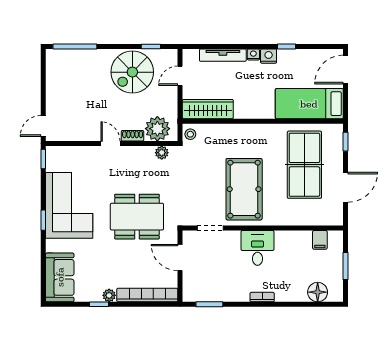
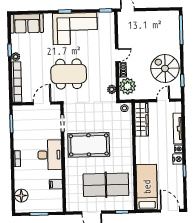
door: (180, 76) -> (163, 100), hinge flipped
dining table: (137, 217) -> (69, 74), turned 90
filing cabinet: (320, 240) -> (56, 184), moved
desk: (257, 248) -> (50, 155), width x1.37

